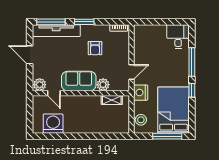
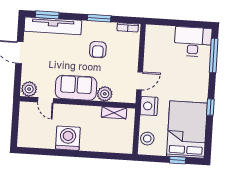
window: (51, 22) -> (47, 15), width x0.69
window: (84, 22) -> (99, 18), moved
desk: (178, 36) -> (193, 42), width x1.37
window: (192, 62) -> (214, 56), moved
washing machine: (53, 124) -> (68, 138), moved
window: (167, 136) -> (178, 160), width x0.46

